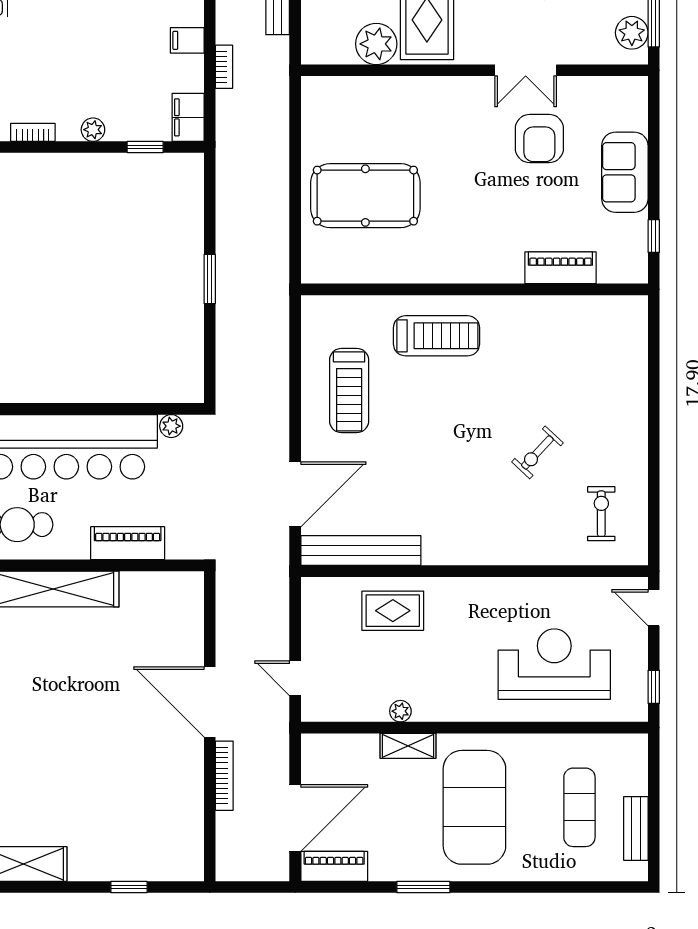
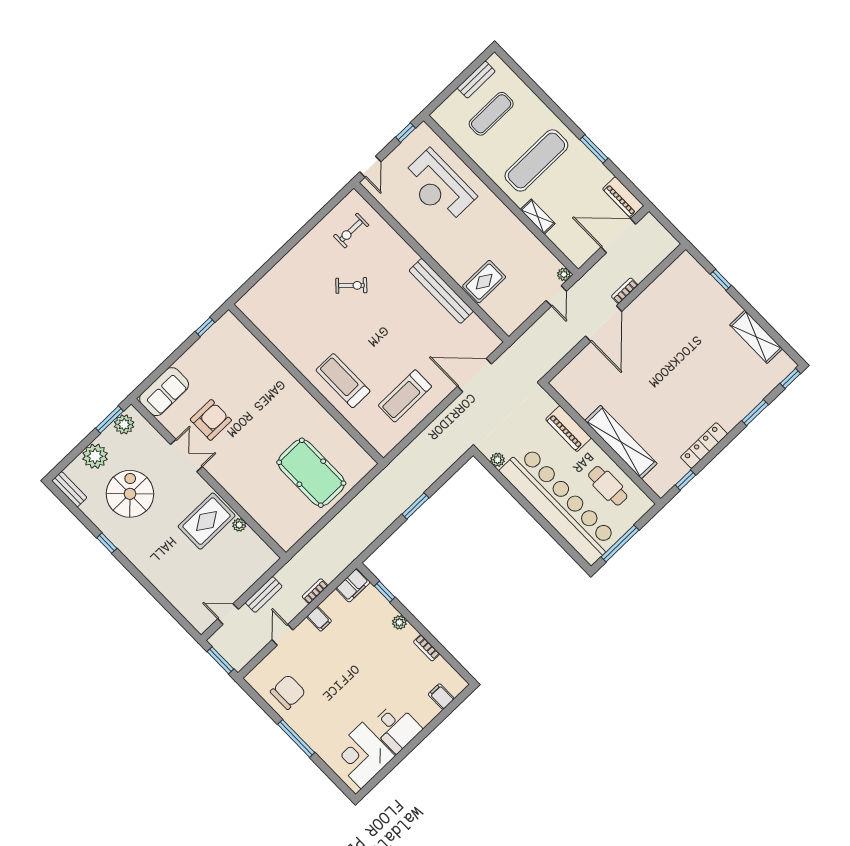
plant: (376, 44) -> (239, 525), width x0.53, depth x0.53
sofa: (625, 172) -> (164, 392), moved
piano: (560, 268) -> (259, 355), removed
treadmill: (349, 390) -> (405, 396), turned 180
bench: (361, 550) -> (441, 291), moved
rug: (393, 611) -> (484, 282), turned 90
plant: (400, 711) -> (564, 274), moved
bookcase: (224, 776) -> (625, 291), width x0.64
exercise mat: (474, 807) -> (536, 160), width x0.68

